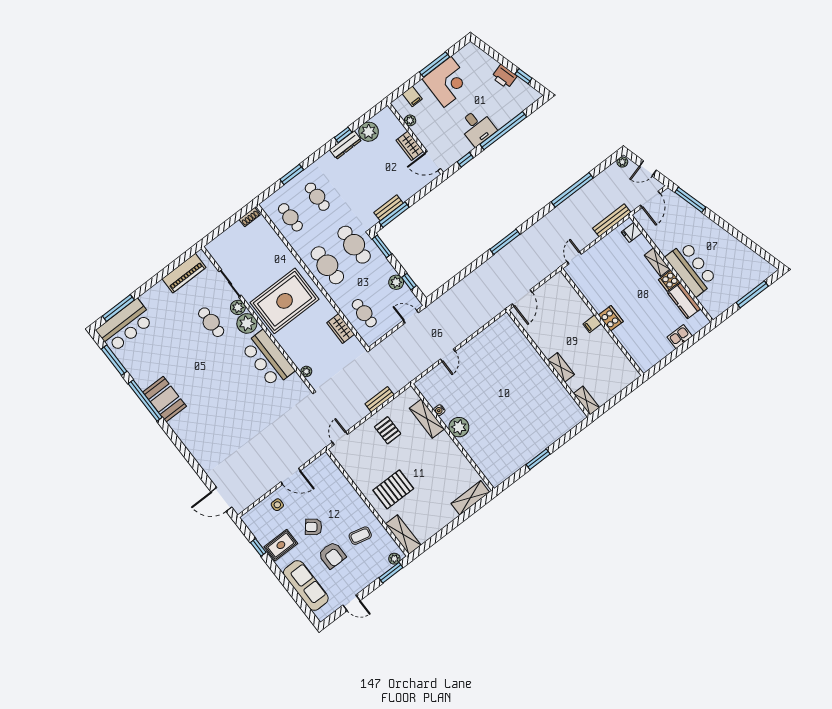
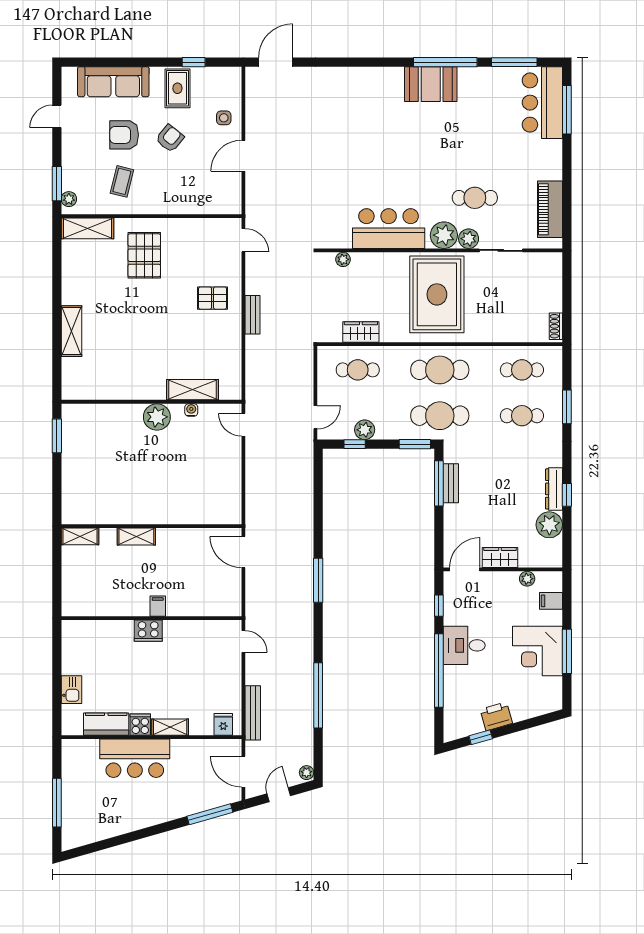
water cooler: (439, 410) -> (191, 410), moved
shelving: (427, 419) -> (193, 390), moved
plant: (459, 427) -> (157, 417), moved
wall: (452, 437) -> (151, 402), moved

